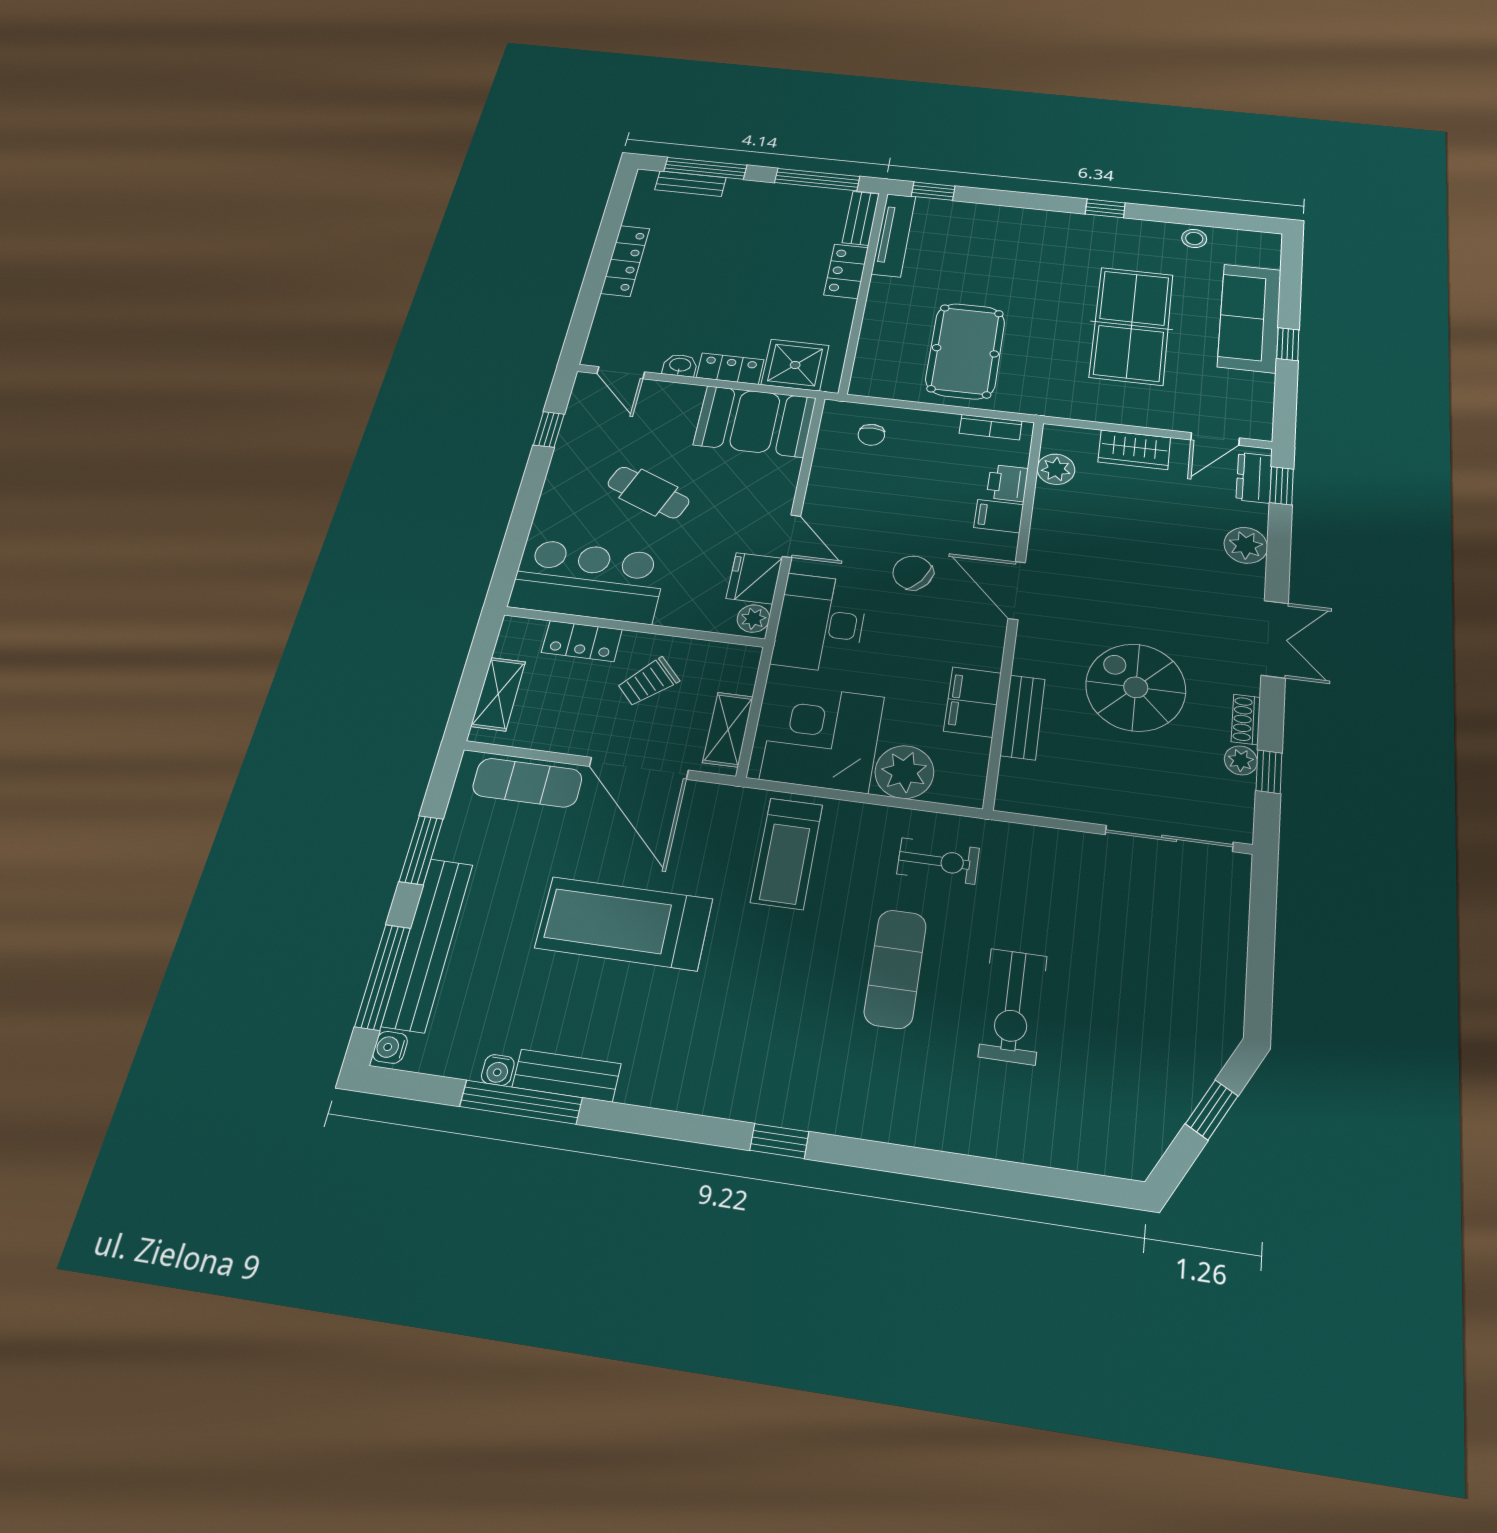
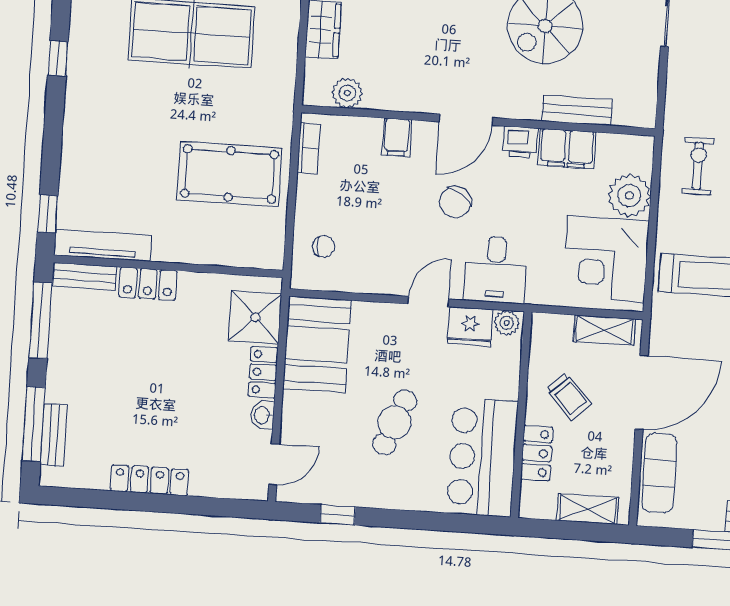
printer: (1007, 483) -> (520, 142), moved
desk: (820, 623) -> (496, 270), width x0.73

